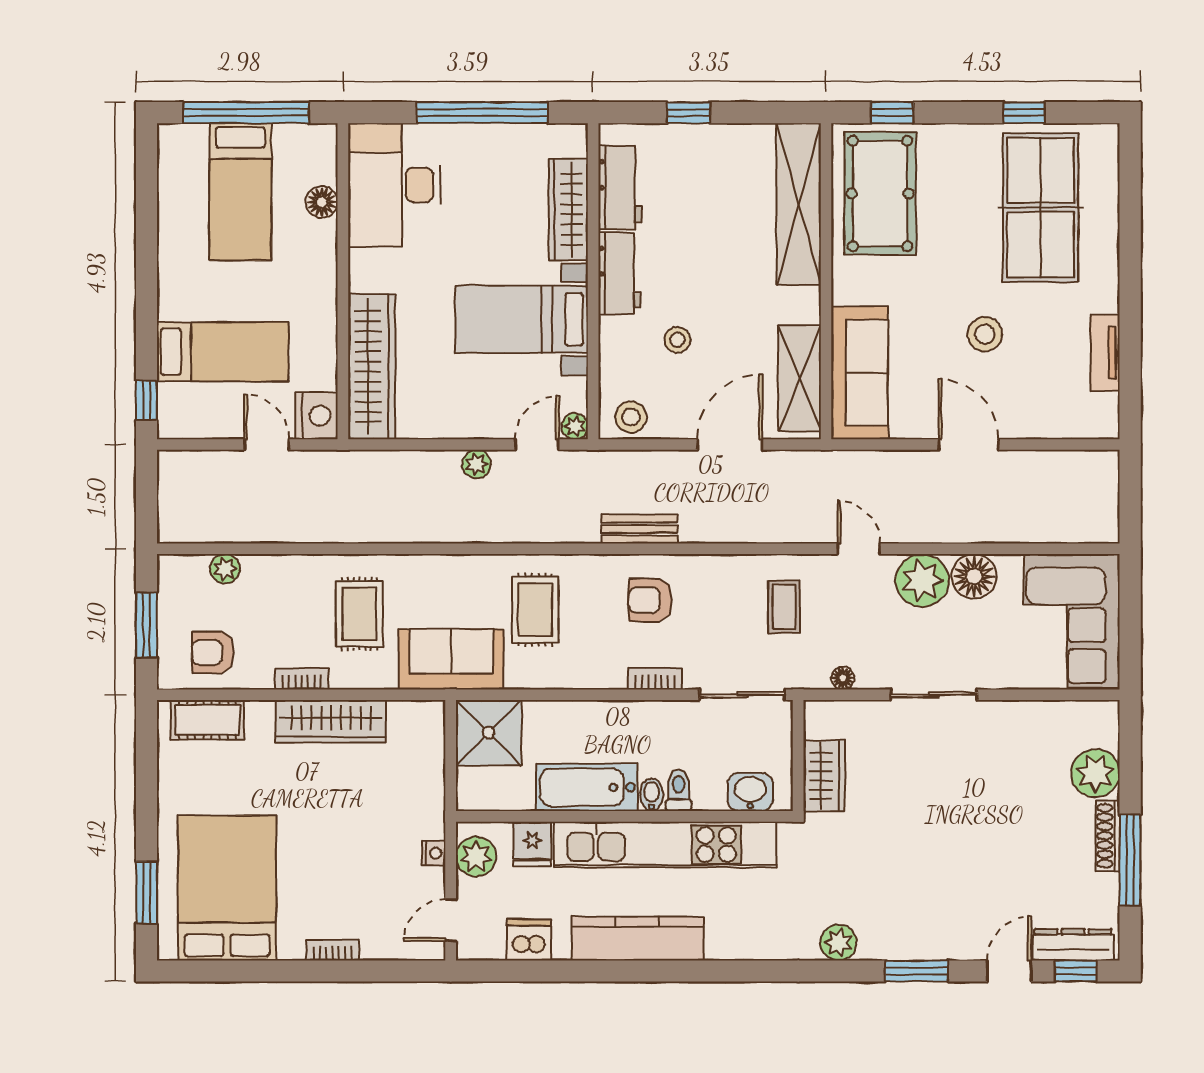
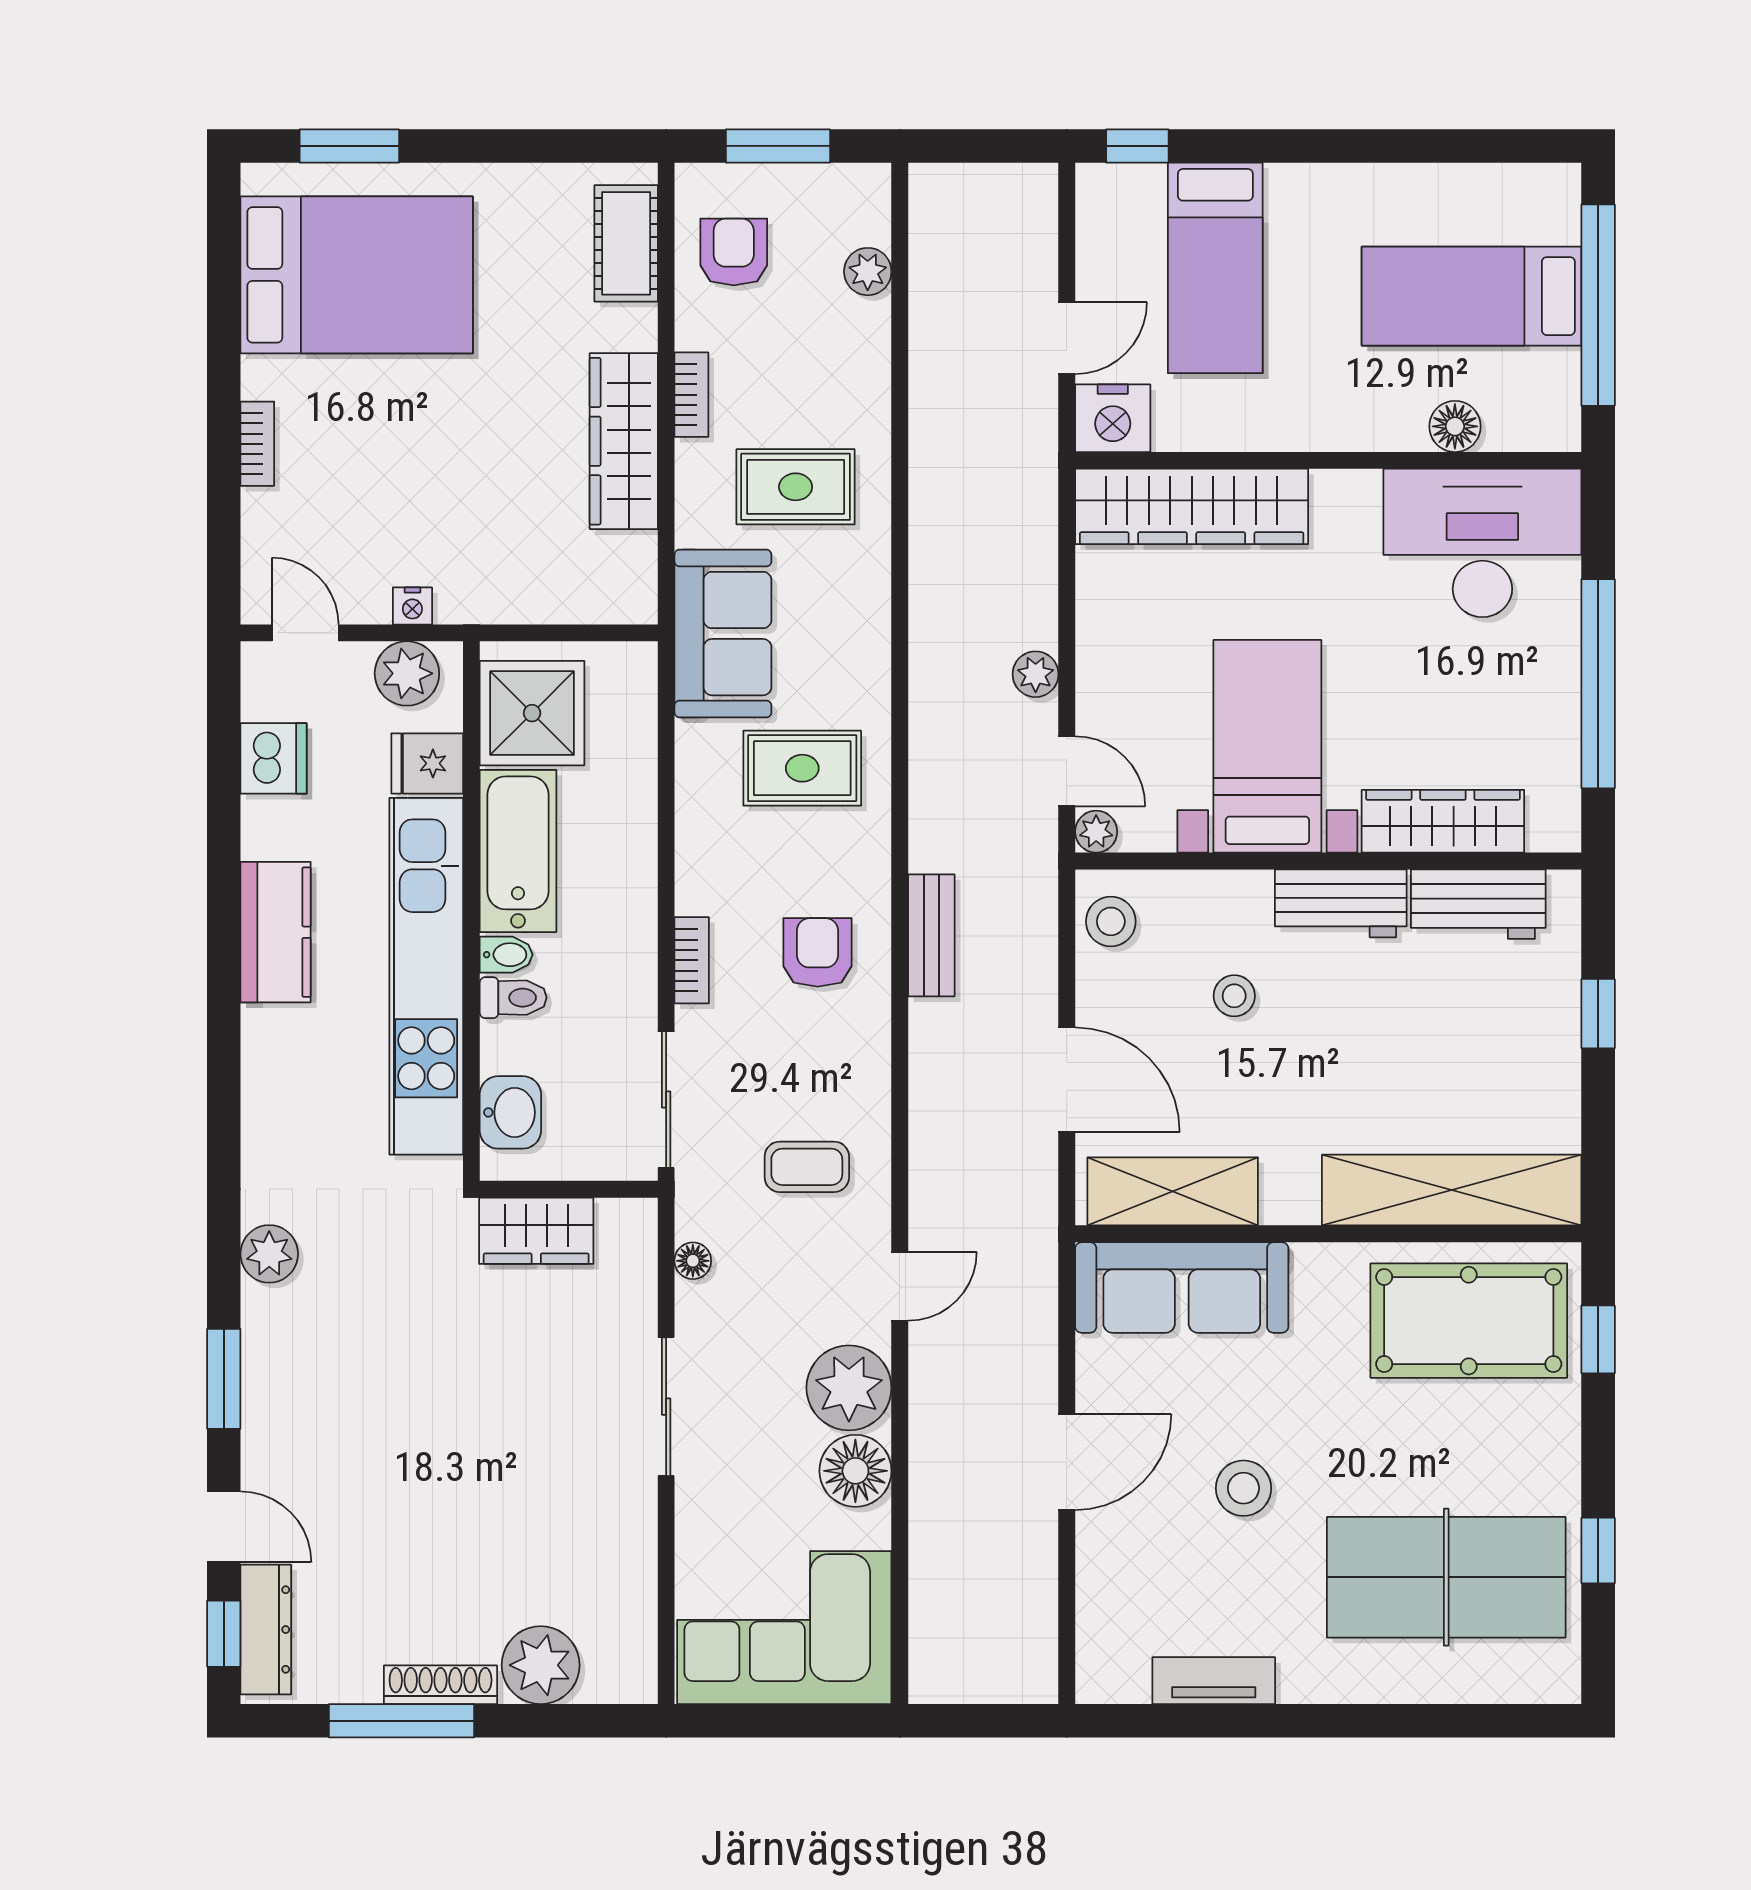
shower: (489, 733) -> (532, 713), moved
kitchen counter: (638, 939) -> (276, 932), width x0.67

